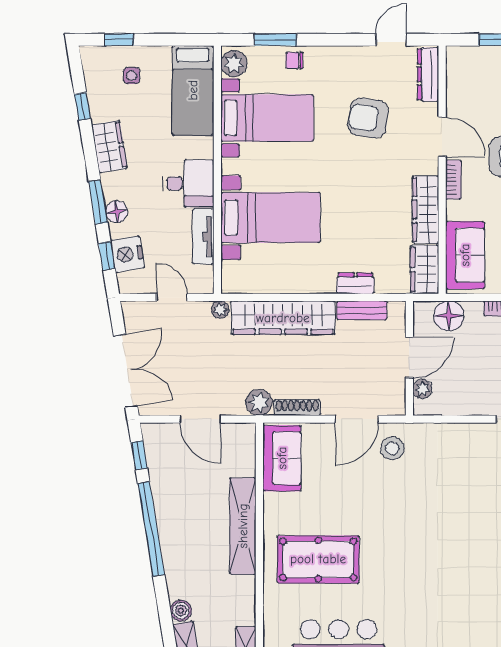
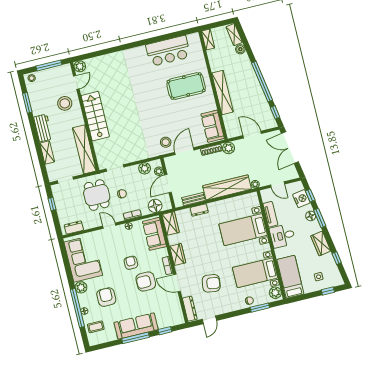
wardrobe: (425, 210) -> (178, 254), width x0.67
plant: (452, 403) -> (145, 168), added

